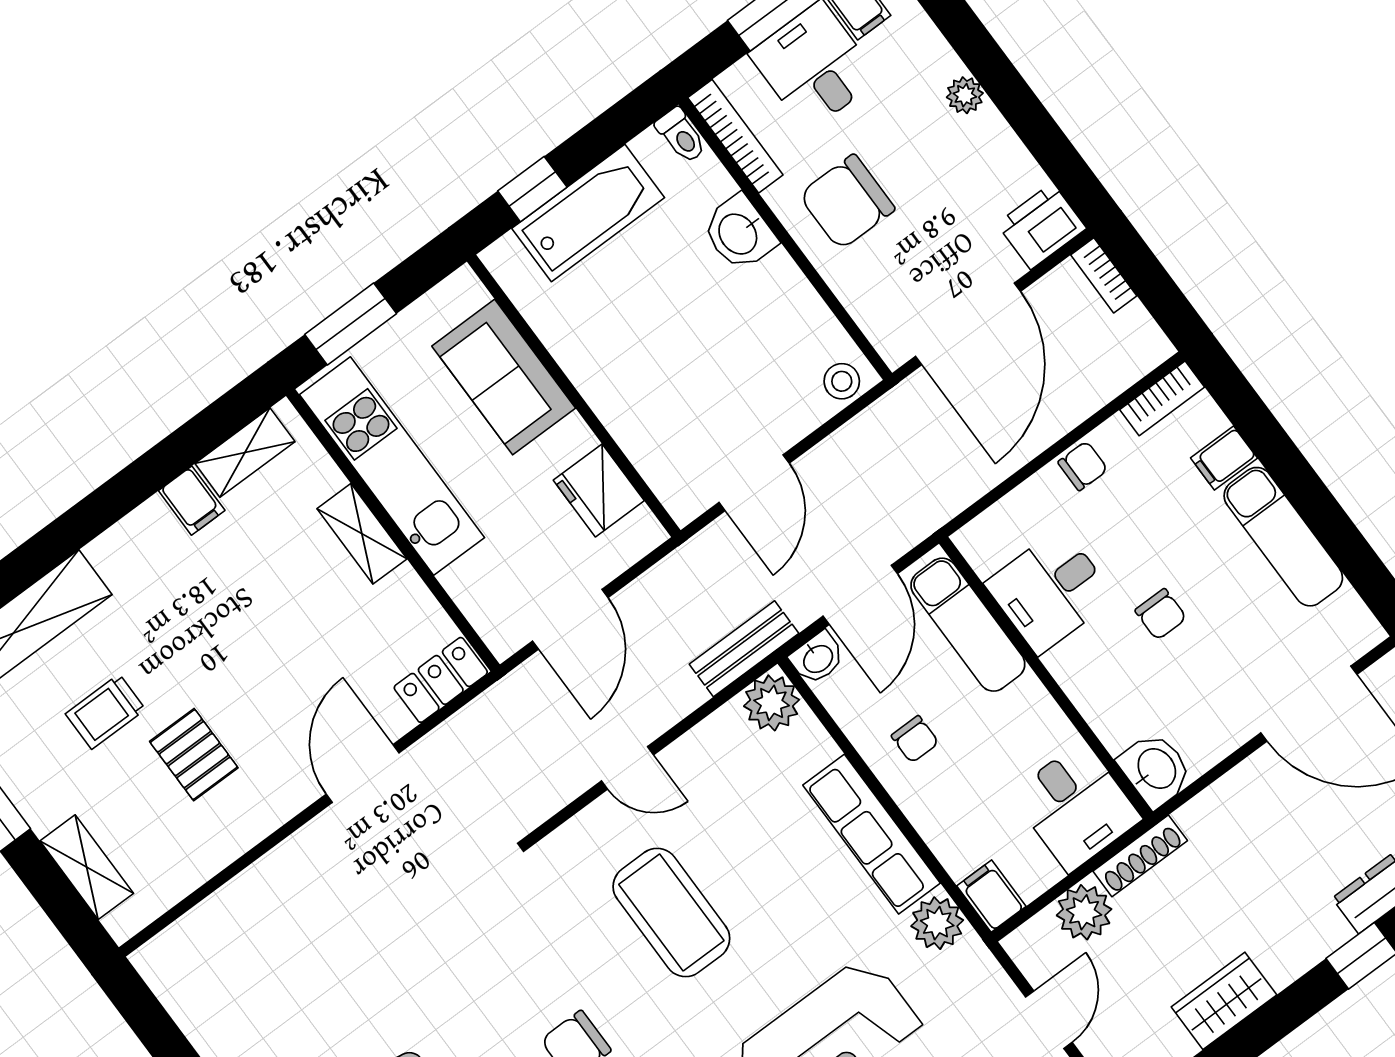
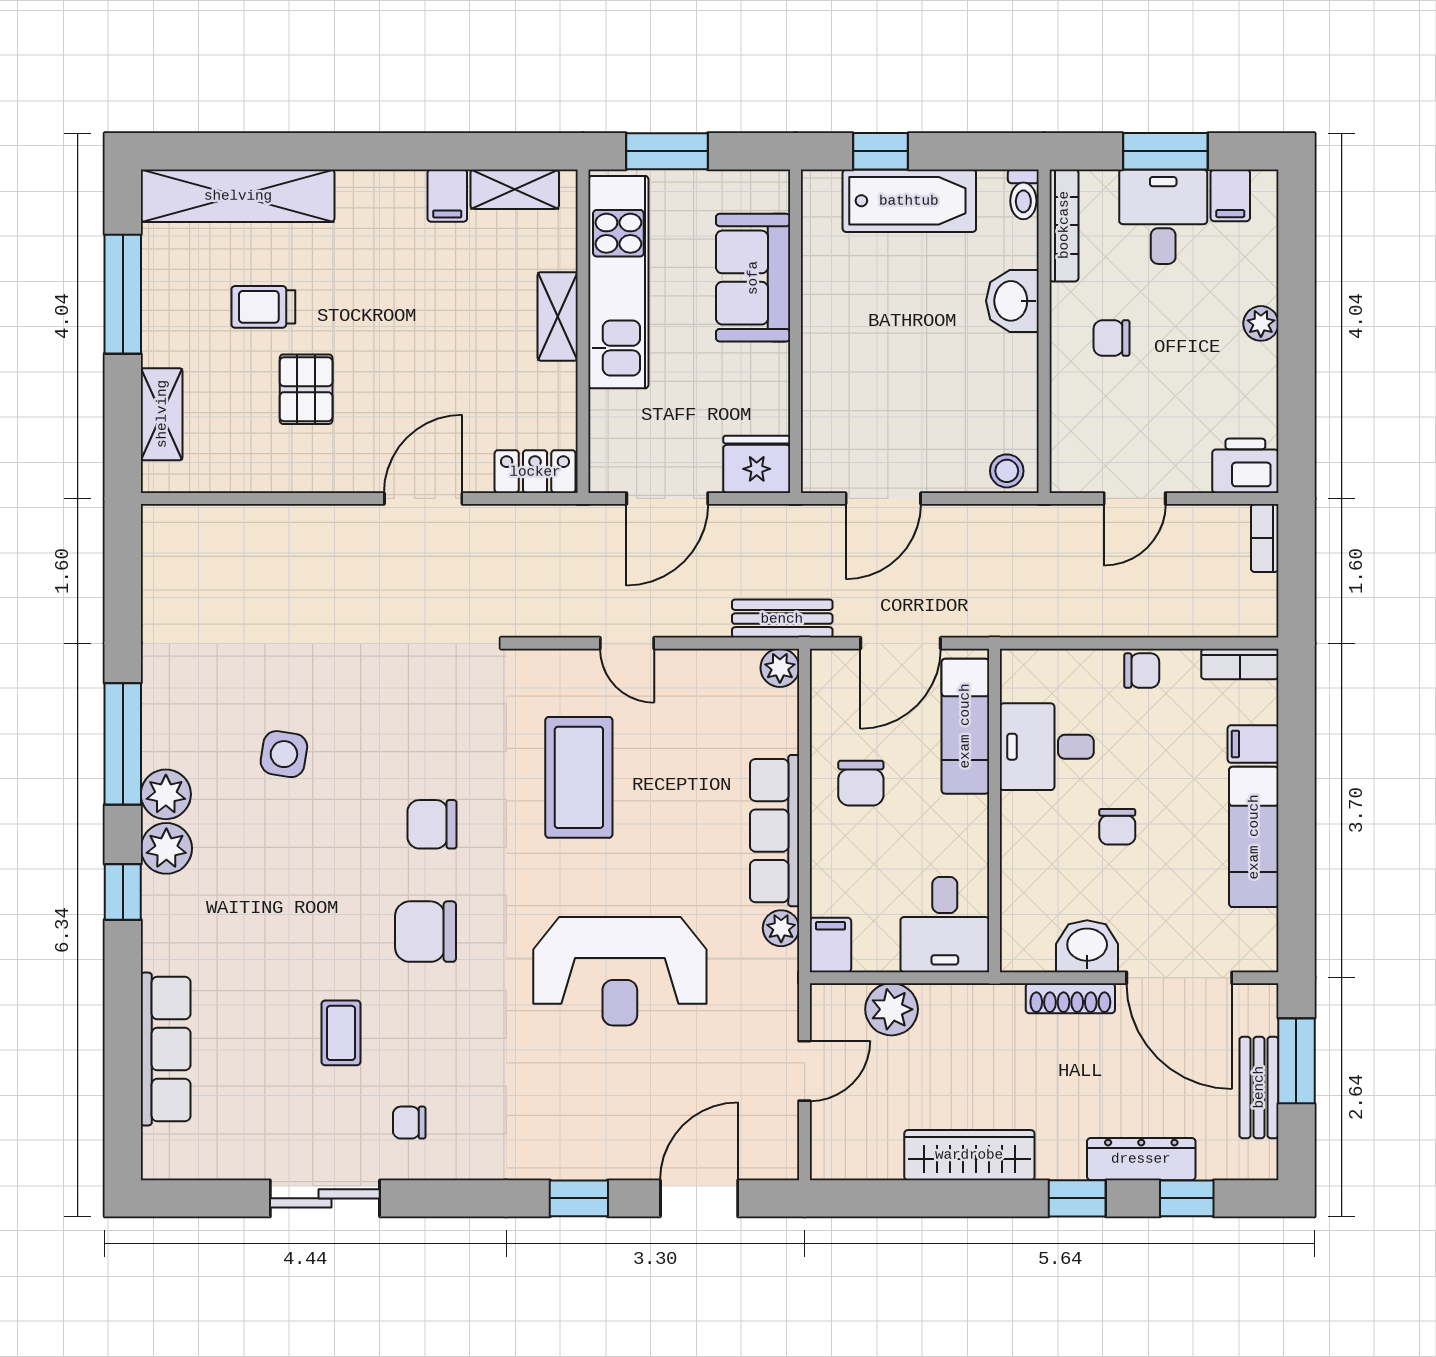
chair: (847, 202) -> (1112, 338), width x0.54, depth x0.54
door: (968, 324) -> (1135, 498), width x0.53
fridge: (599, 490) -> (757, 464), moved, turned 90
washbasin: (817, 658) -> (833, 667), removed
plant: (772, 703) -> (780, 668), width x0.73, depth x0.73
chair: (915, 739) -> (861, 783), width x1.37, depth x1.37
washbasin: (1156, 770) -> (1087, 946), moved, turned -90
shoe rack: (1140, 856) -> (1070, 998), moved
plant: (937, 923) -> (781, 928), width x0.73, depth x0.73
wardrobe: (1224, 1001) -> (969, 1155), width x1.50

